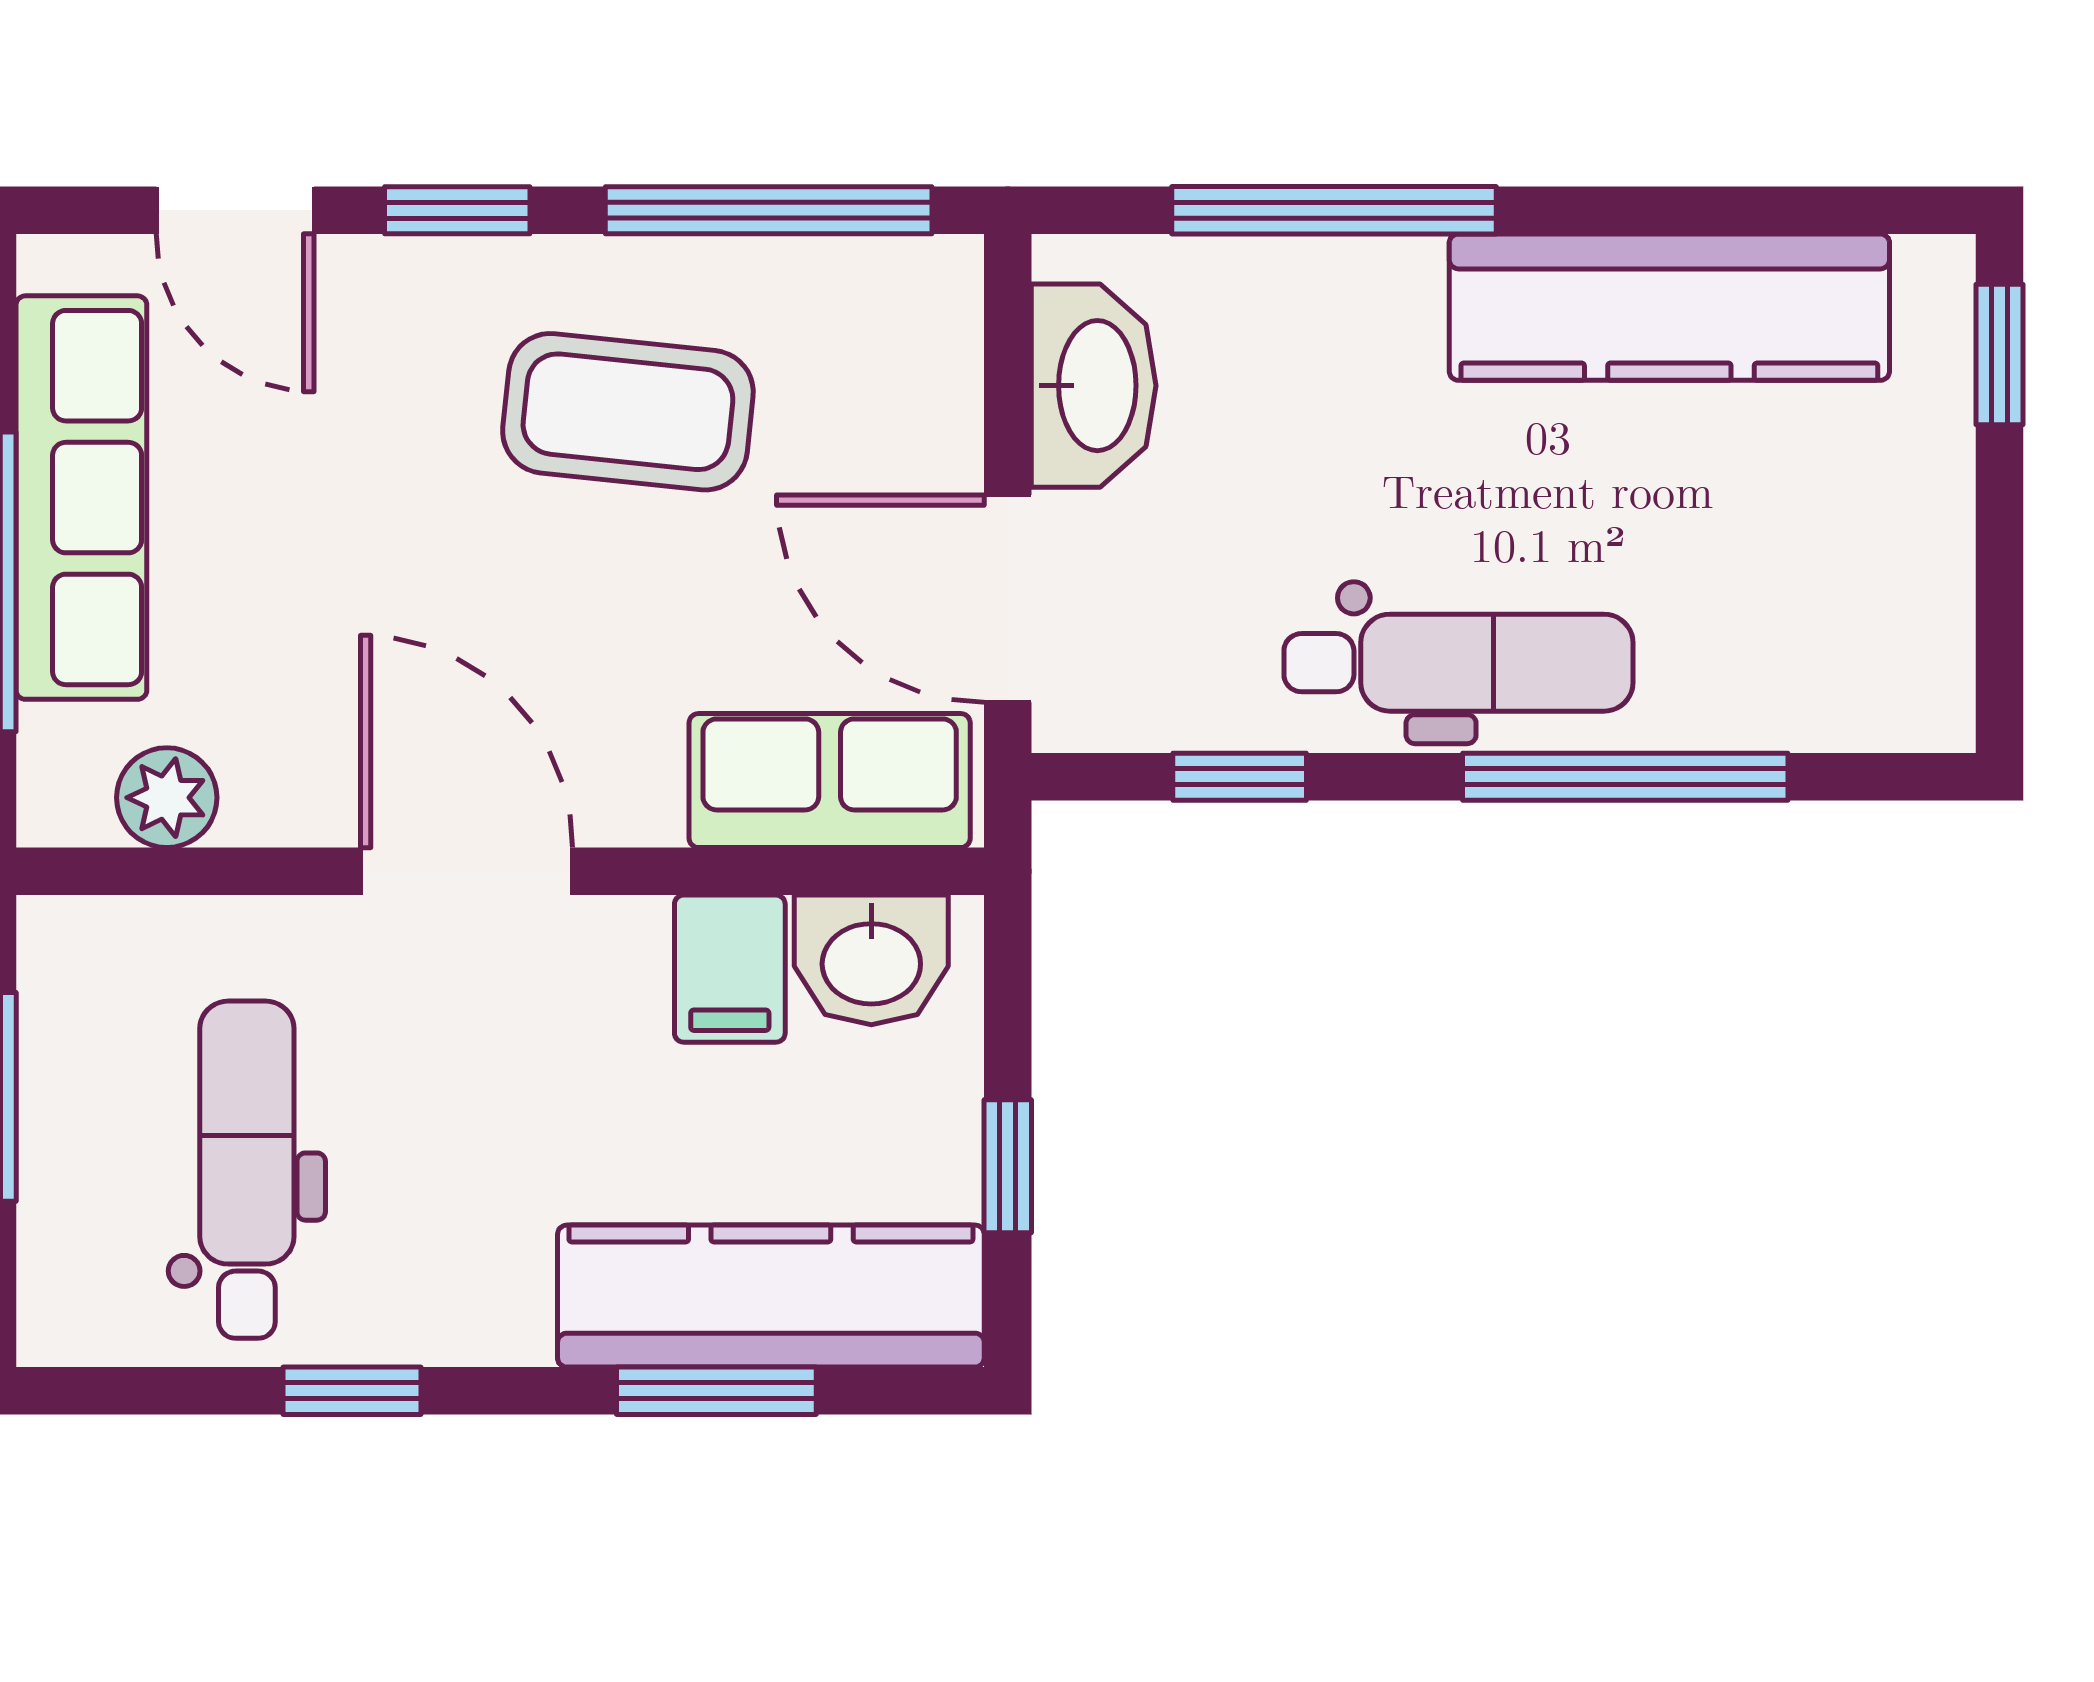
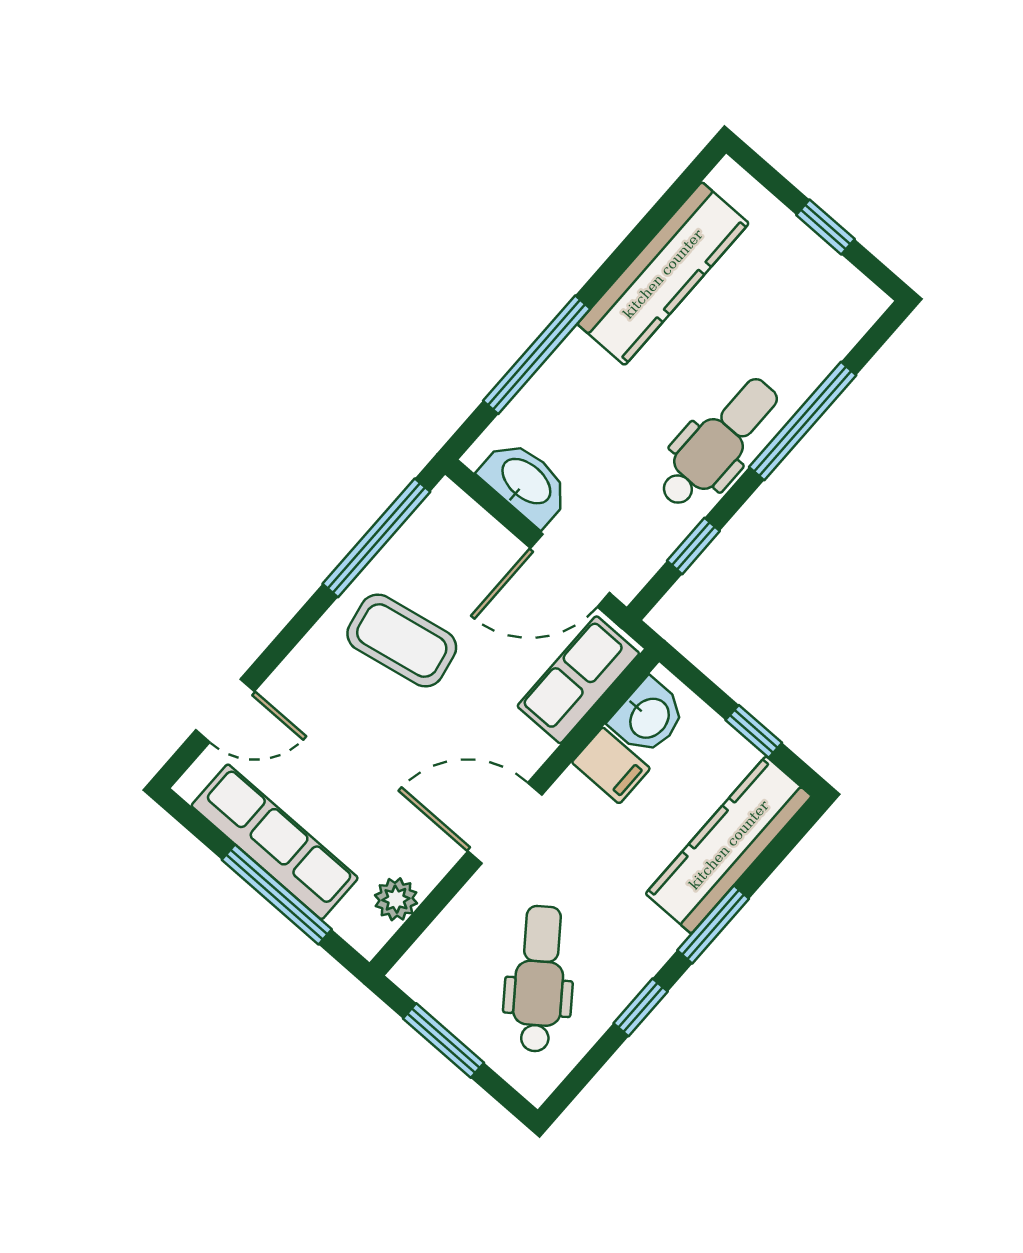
window: (457, 210) -> (288, 639), removed
window: (1999, 355) -> (825, 227), moved
coffee table: (628, 412) -> (402, 641), turned 73
dental chair: (247, 1170) -> (539, 979), turned 53
window: (716, 1391) -> (713, 925), moved

